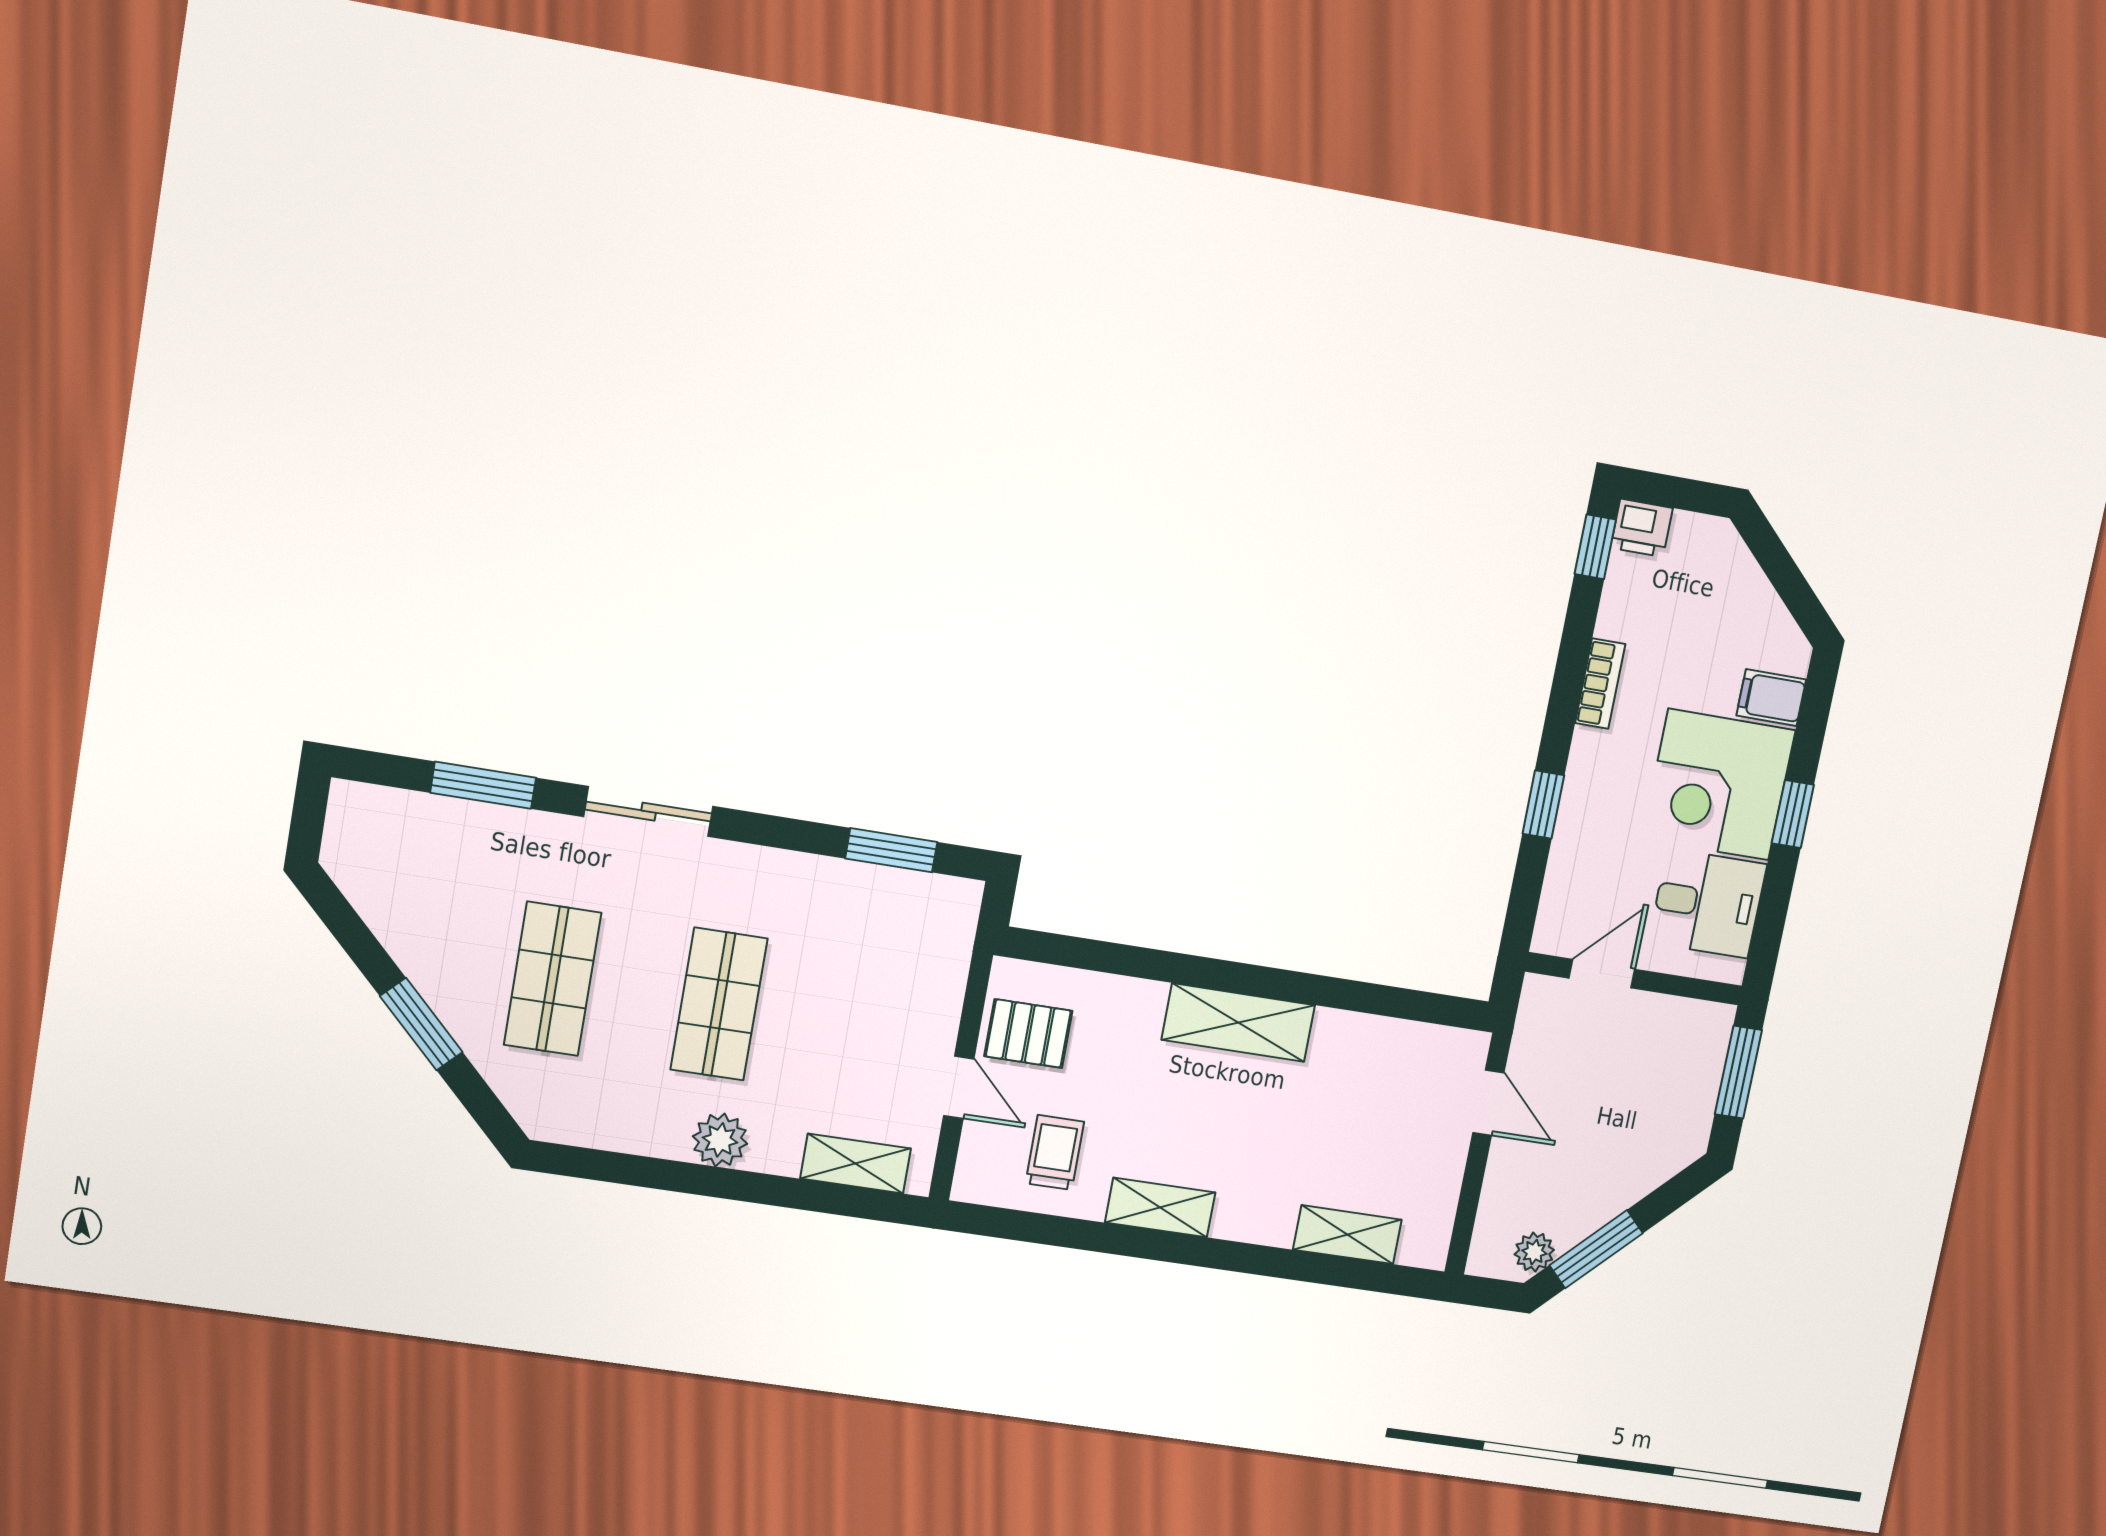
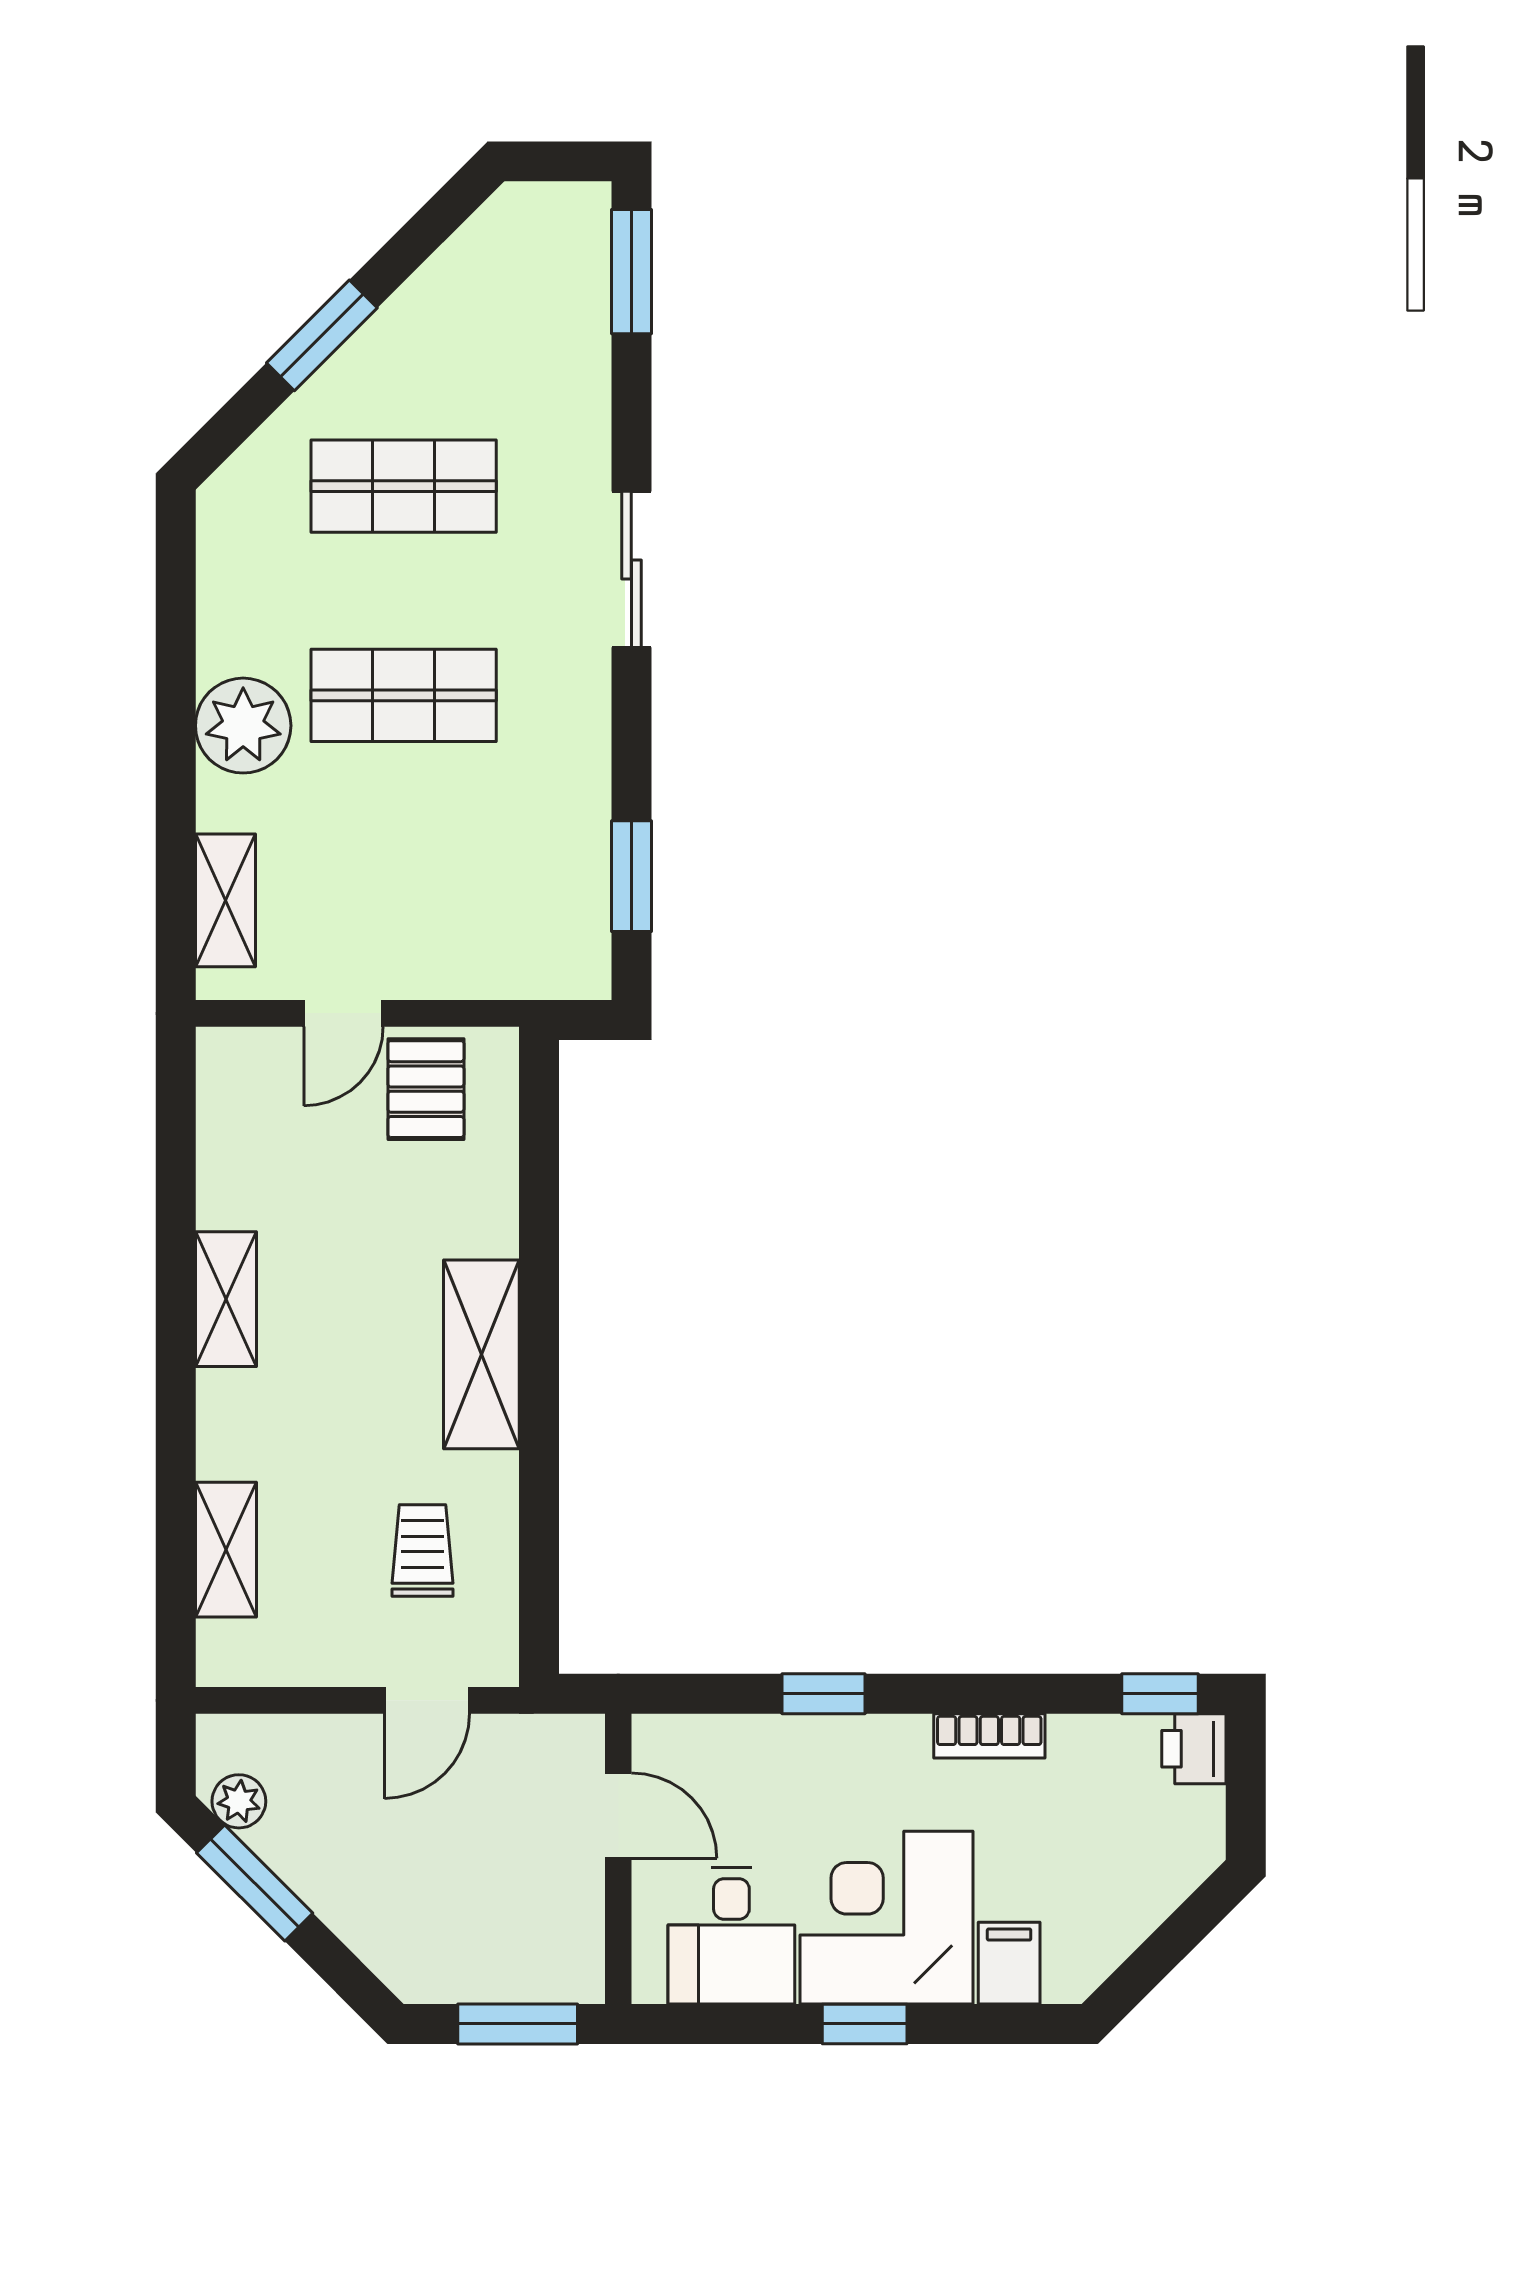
window: (483, 785) -> (631, 272), moved
plant: (720, 1140) -> (243, 726), width x1.36, depth x1.36
trolley: (1055, 1152) -> (423, 1550), moved, turned -90

